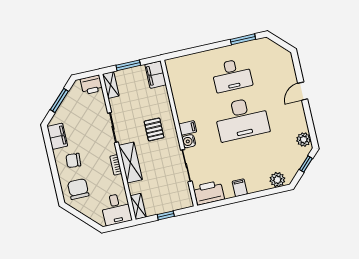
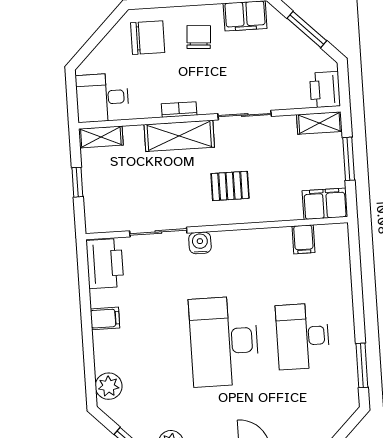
filing cabinet: (188, 128) -> (303, 239), moved

